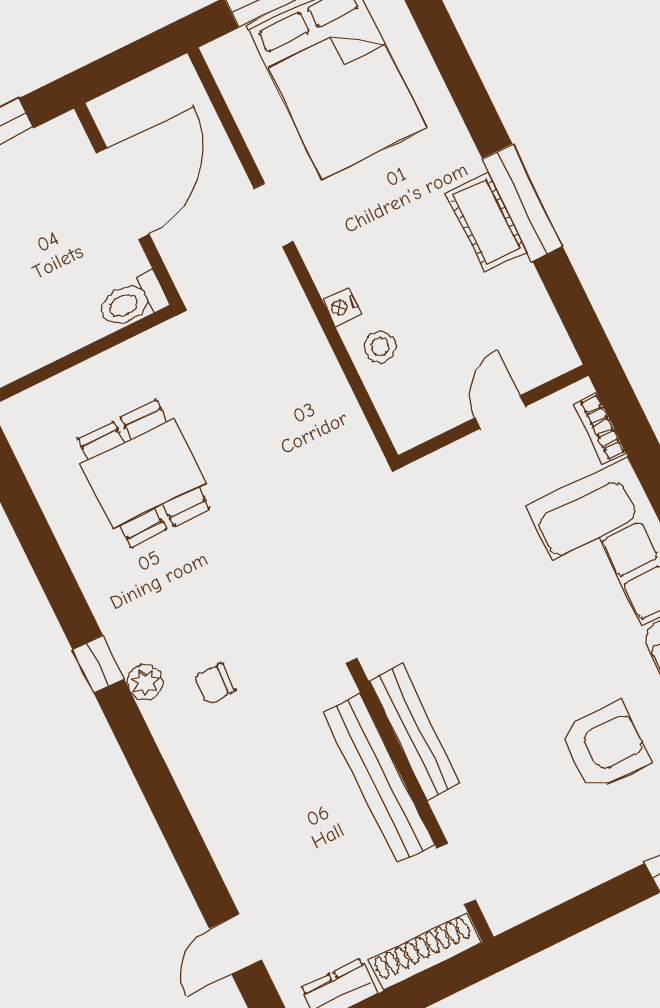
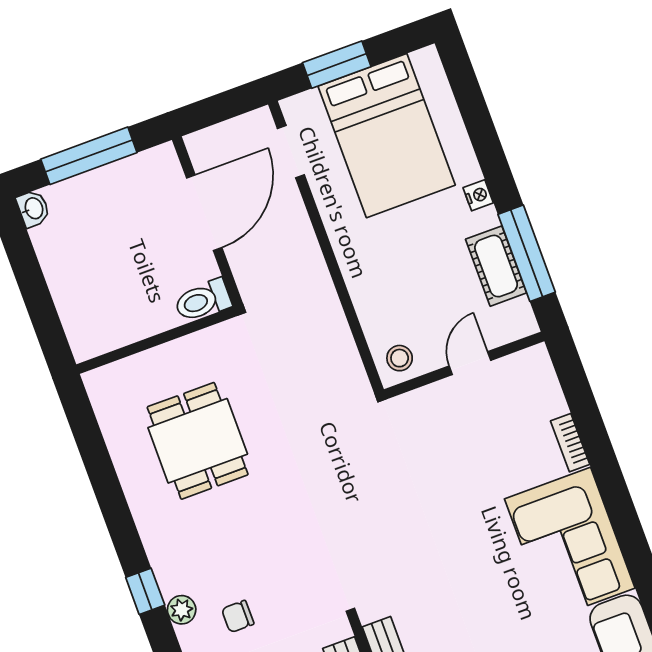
doorway: (273, 215) -> (291, 152), moved
nightstand: (341, 306) -> (478, 195), moved, turned 180
door: (500, 412) -> (470, 363), moved
wall: (493, 415) -> (464, 365), moved

